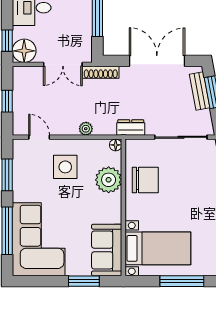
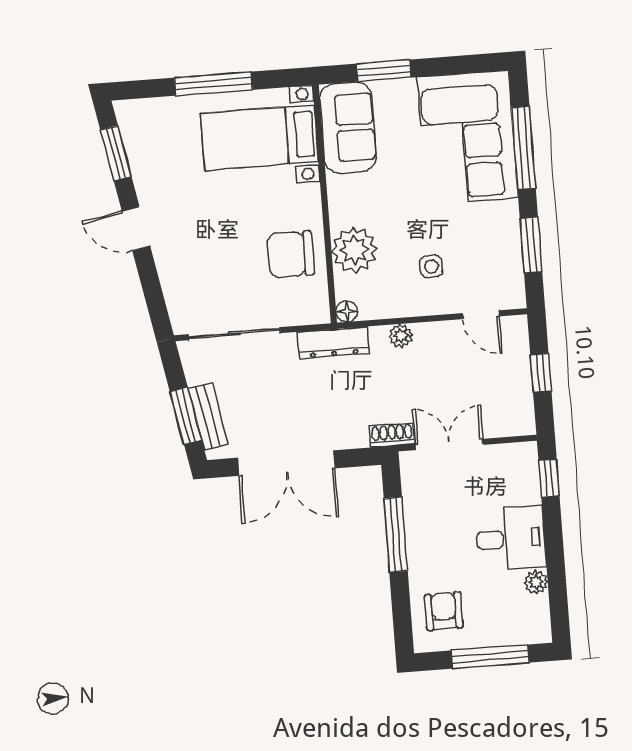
floor lamp: (24, 51) -> (518, 463), removed
shoe rack: (101, 72) -> (392, 435), width x0.70
dresser: (131, 128) -> (333, 343), width x1.44
side table: (65, 167) -> (431, 266), width x0.54, depth x0.54

